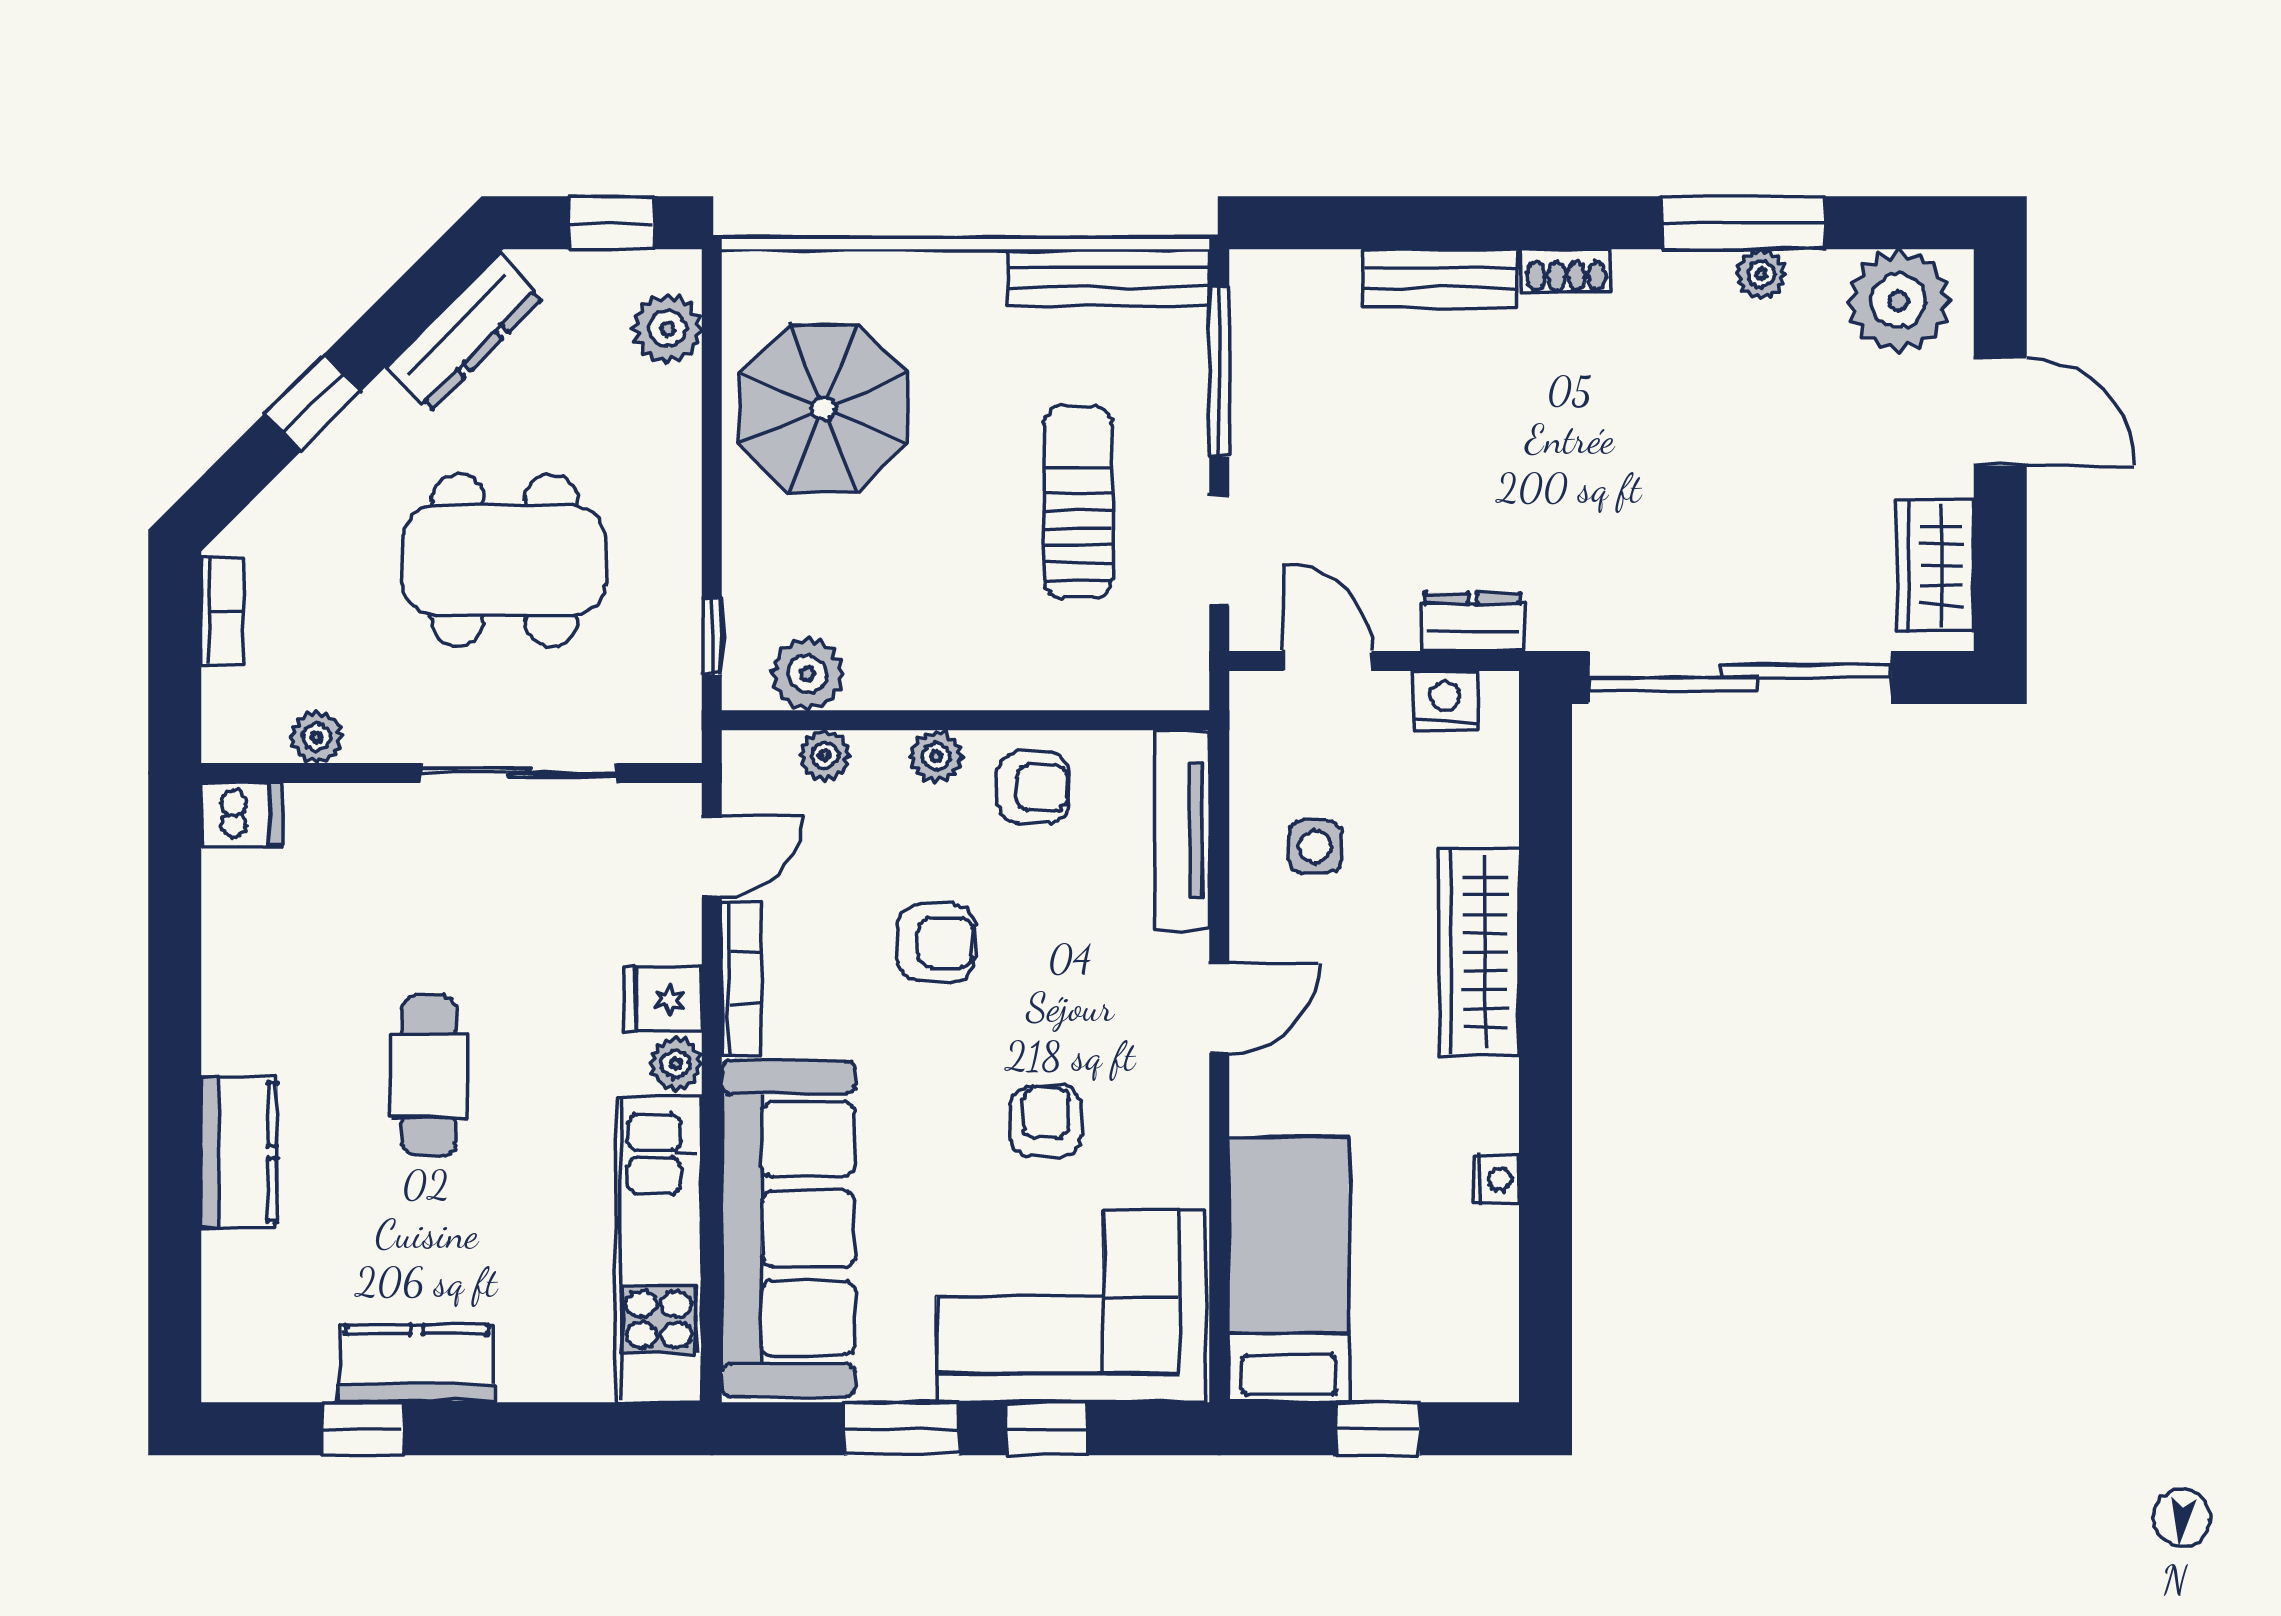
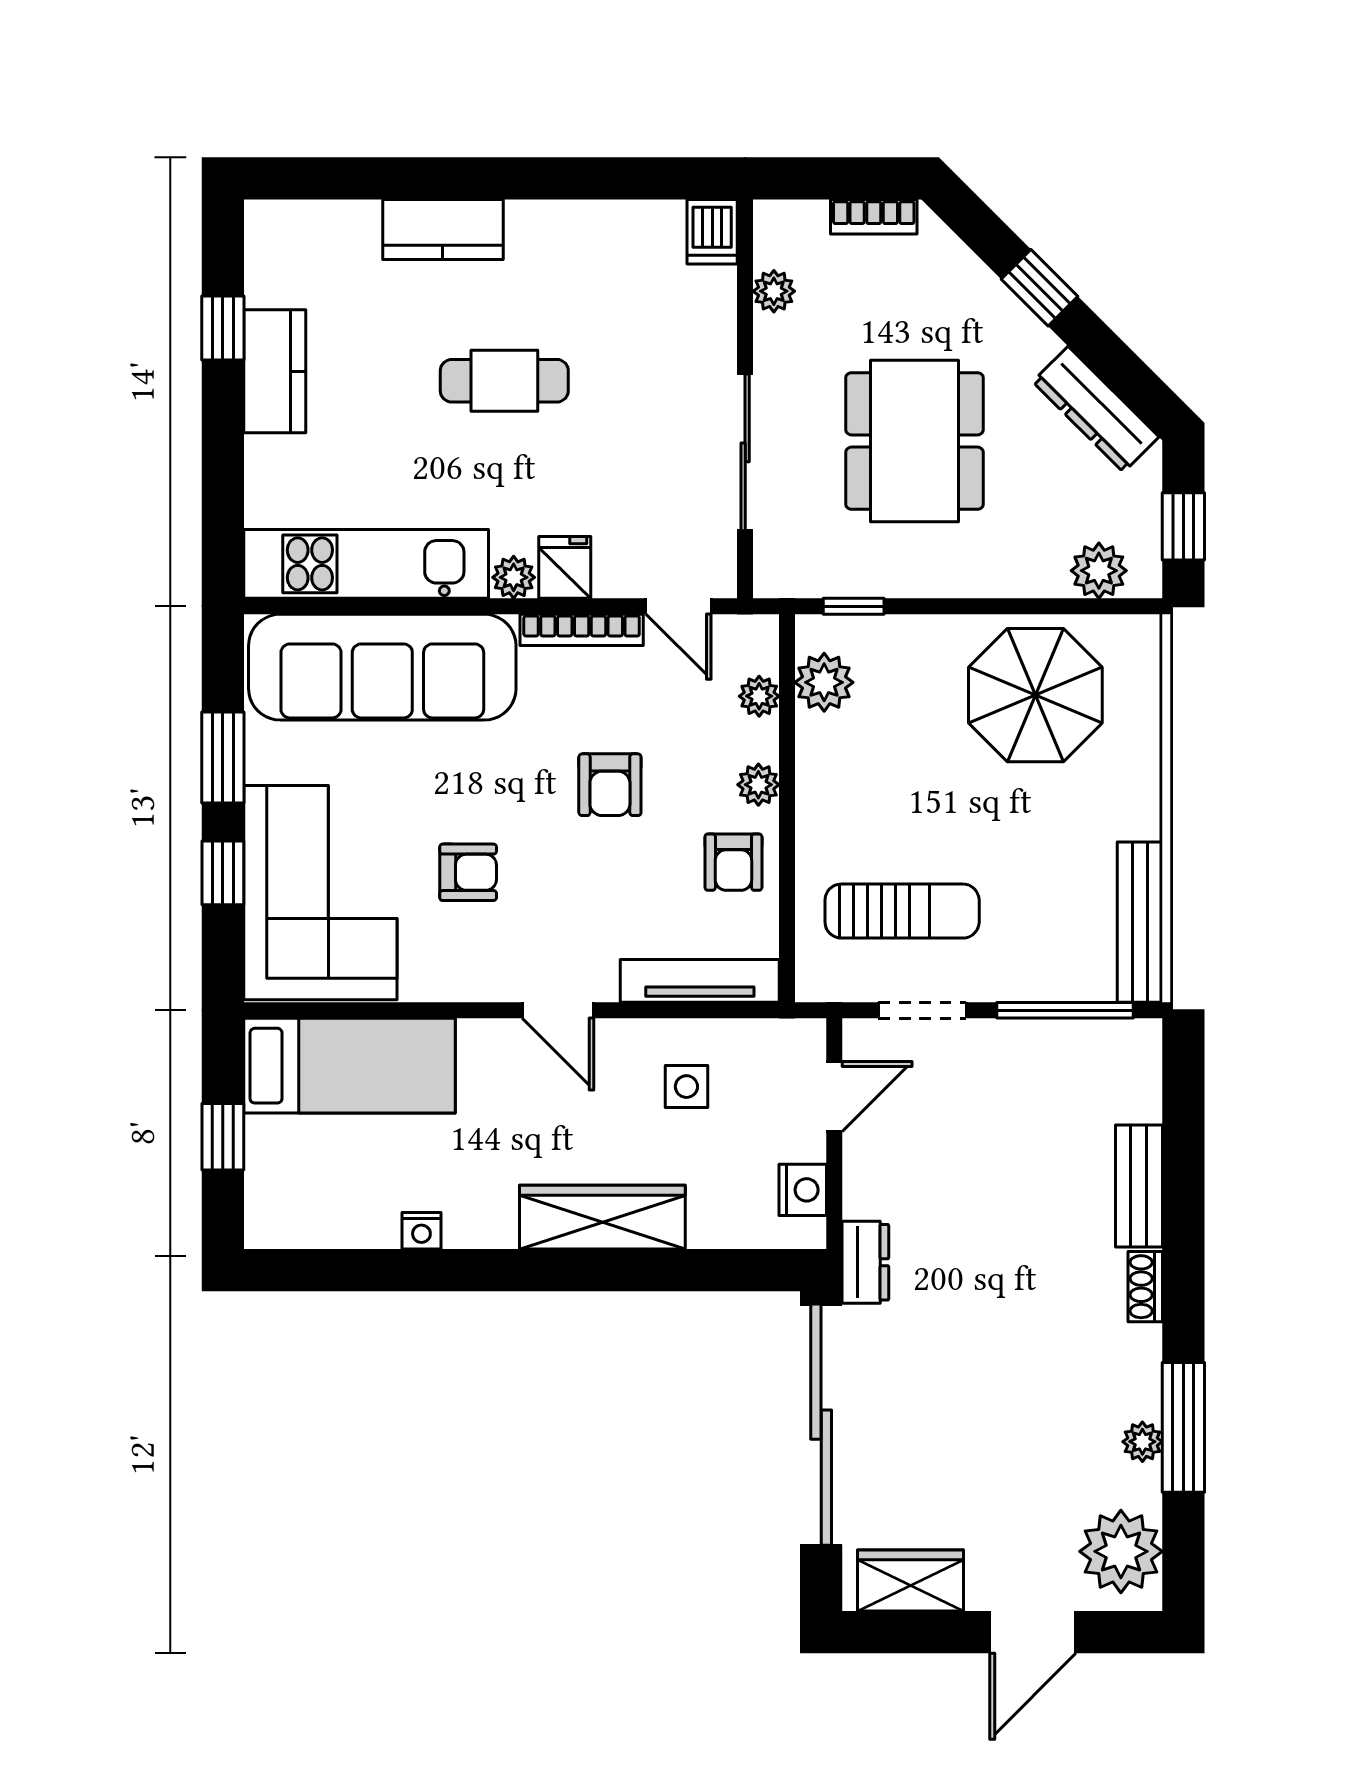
sun lounger: (1078, 502) -> (902, 911), moved
dresser: (1472, 622) -> (865, 1262), moved

